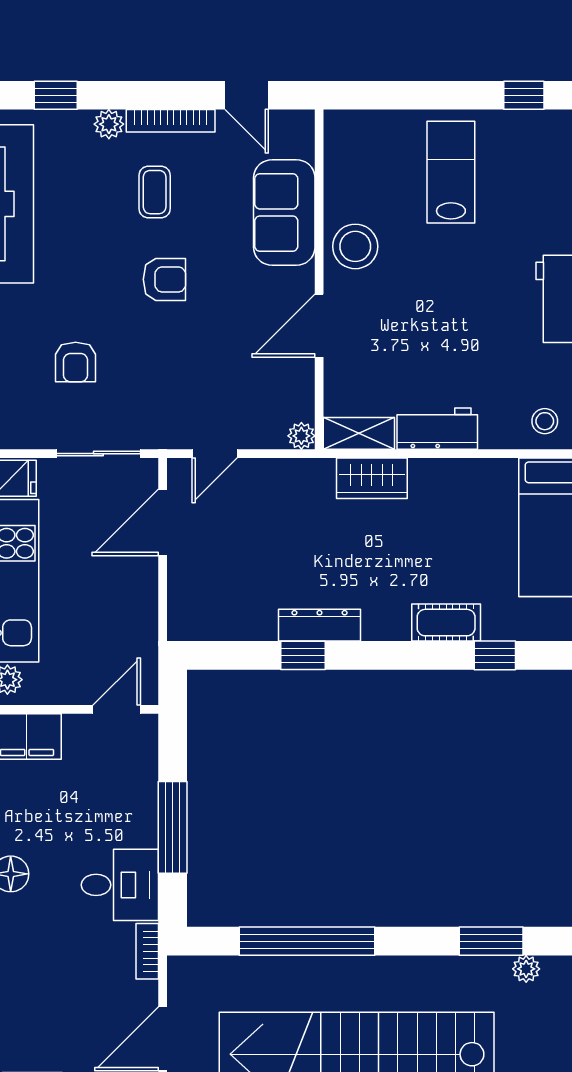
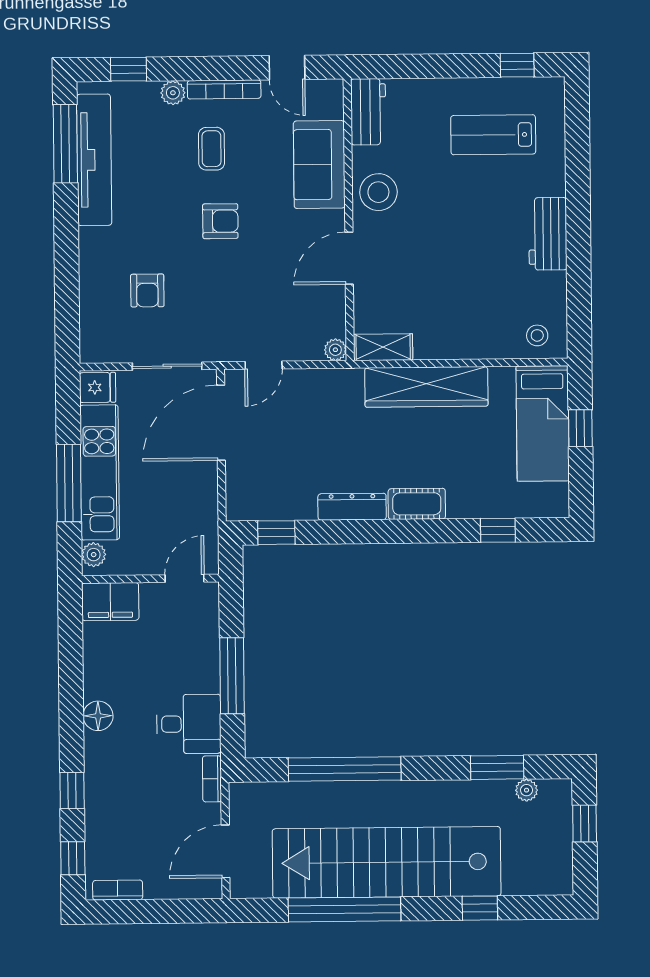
lab bench: (451, 172) -> (493, 135), moved, turned -90
workbench: (437, 429) -> (368, 112), moved, turned 90
wardrobe: (372, 478) -> (426, 387), width x2.10, depth x1.17
door: (163, 522) -> (221, 423), width x1.36
cot: (446, 623) -> (417, 504), moved
window: (303, 655) -> (276, 533), moved

